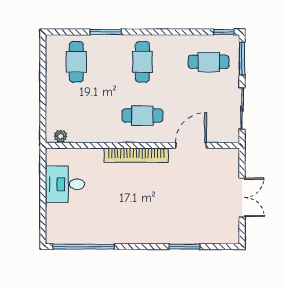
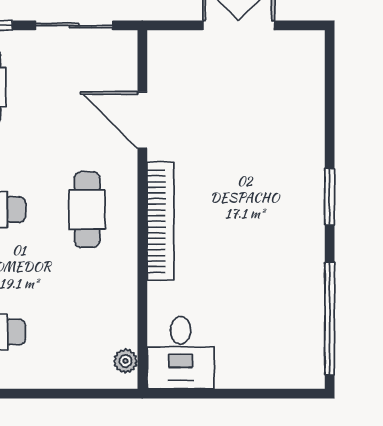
desk: (65, 184) -> (181, 353), moved
window: (184, 247) -> (330, 197), moved

